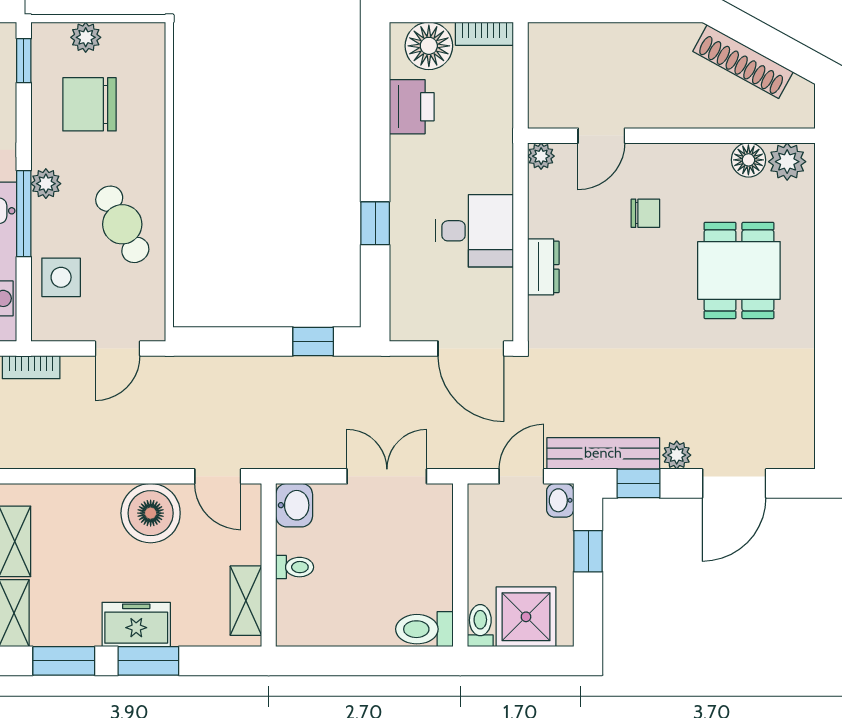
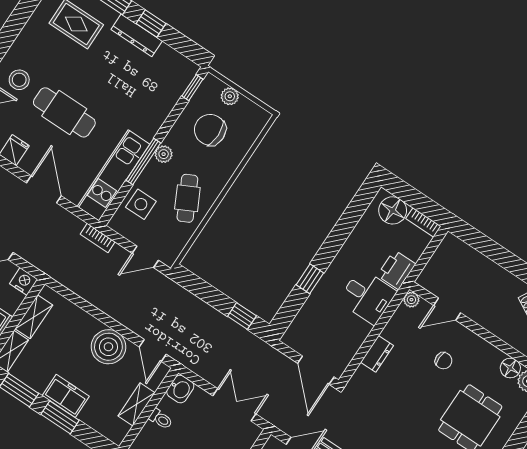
printer: (412, 107) -> (397, 270), moved, turned 180
desk: (475, 231) -> (367, 296), moved
shelving: (246, 601) -> (136, 404), moved

